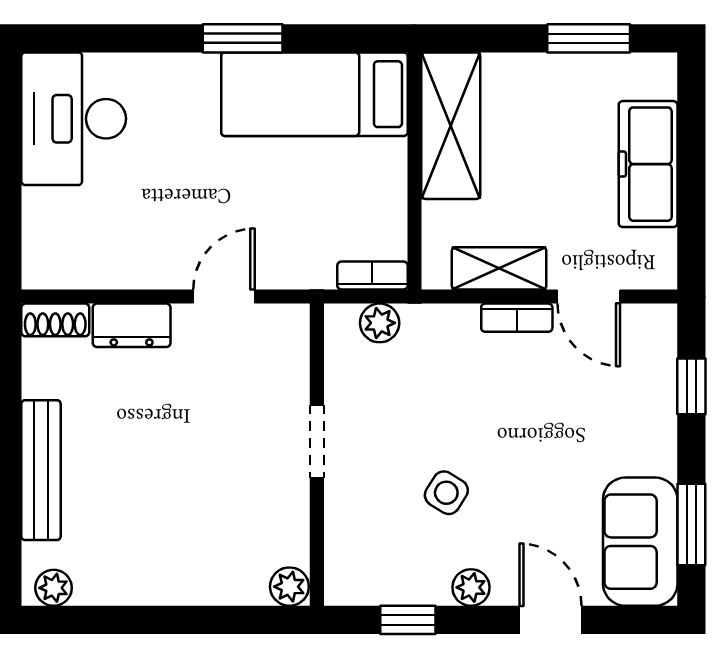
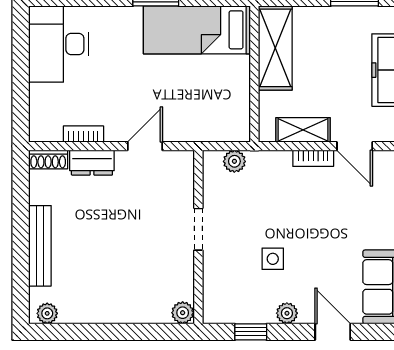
bookcase: (372, 276) -> (83, 134), moved
side table: (446, 493) -> (273, 259), turned -32

